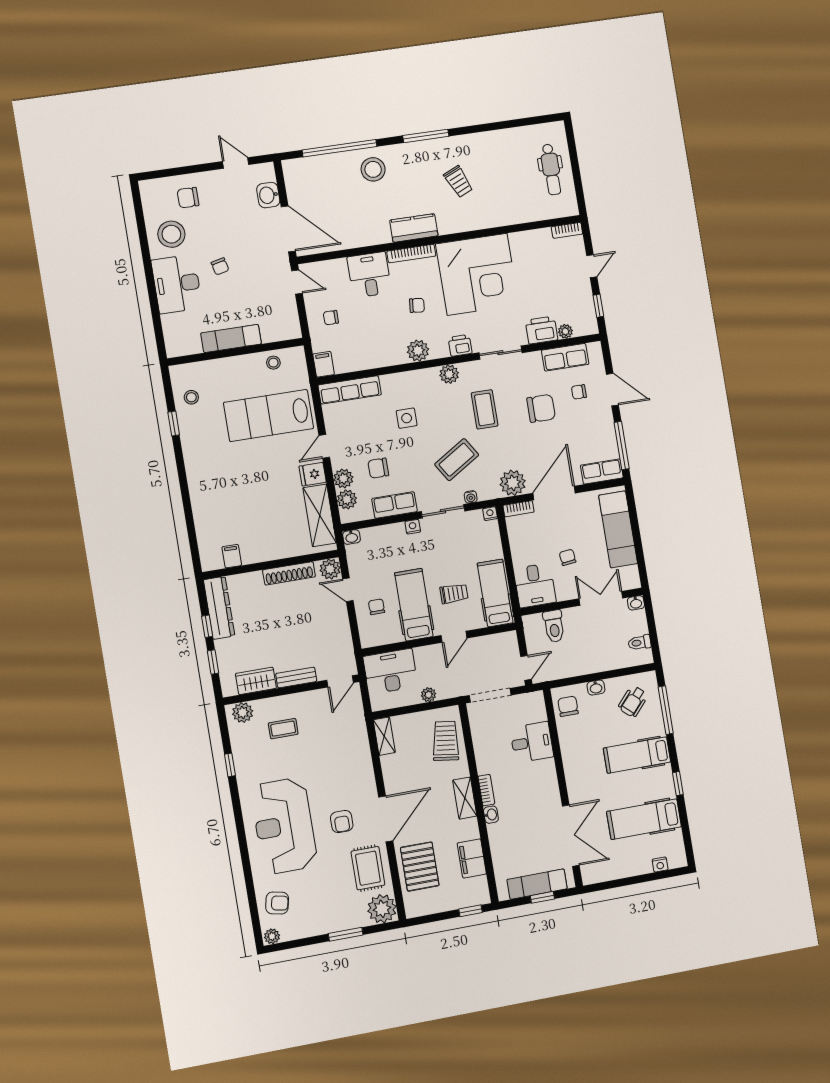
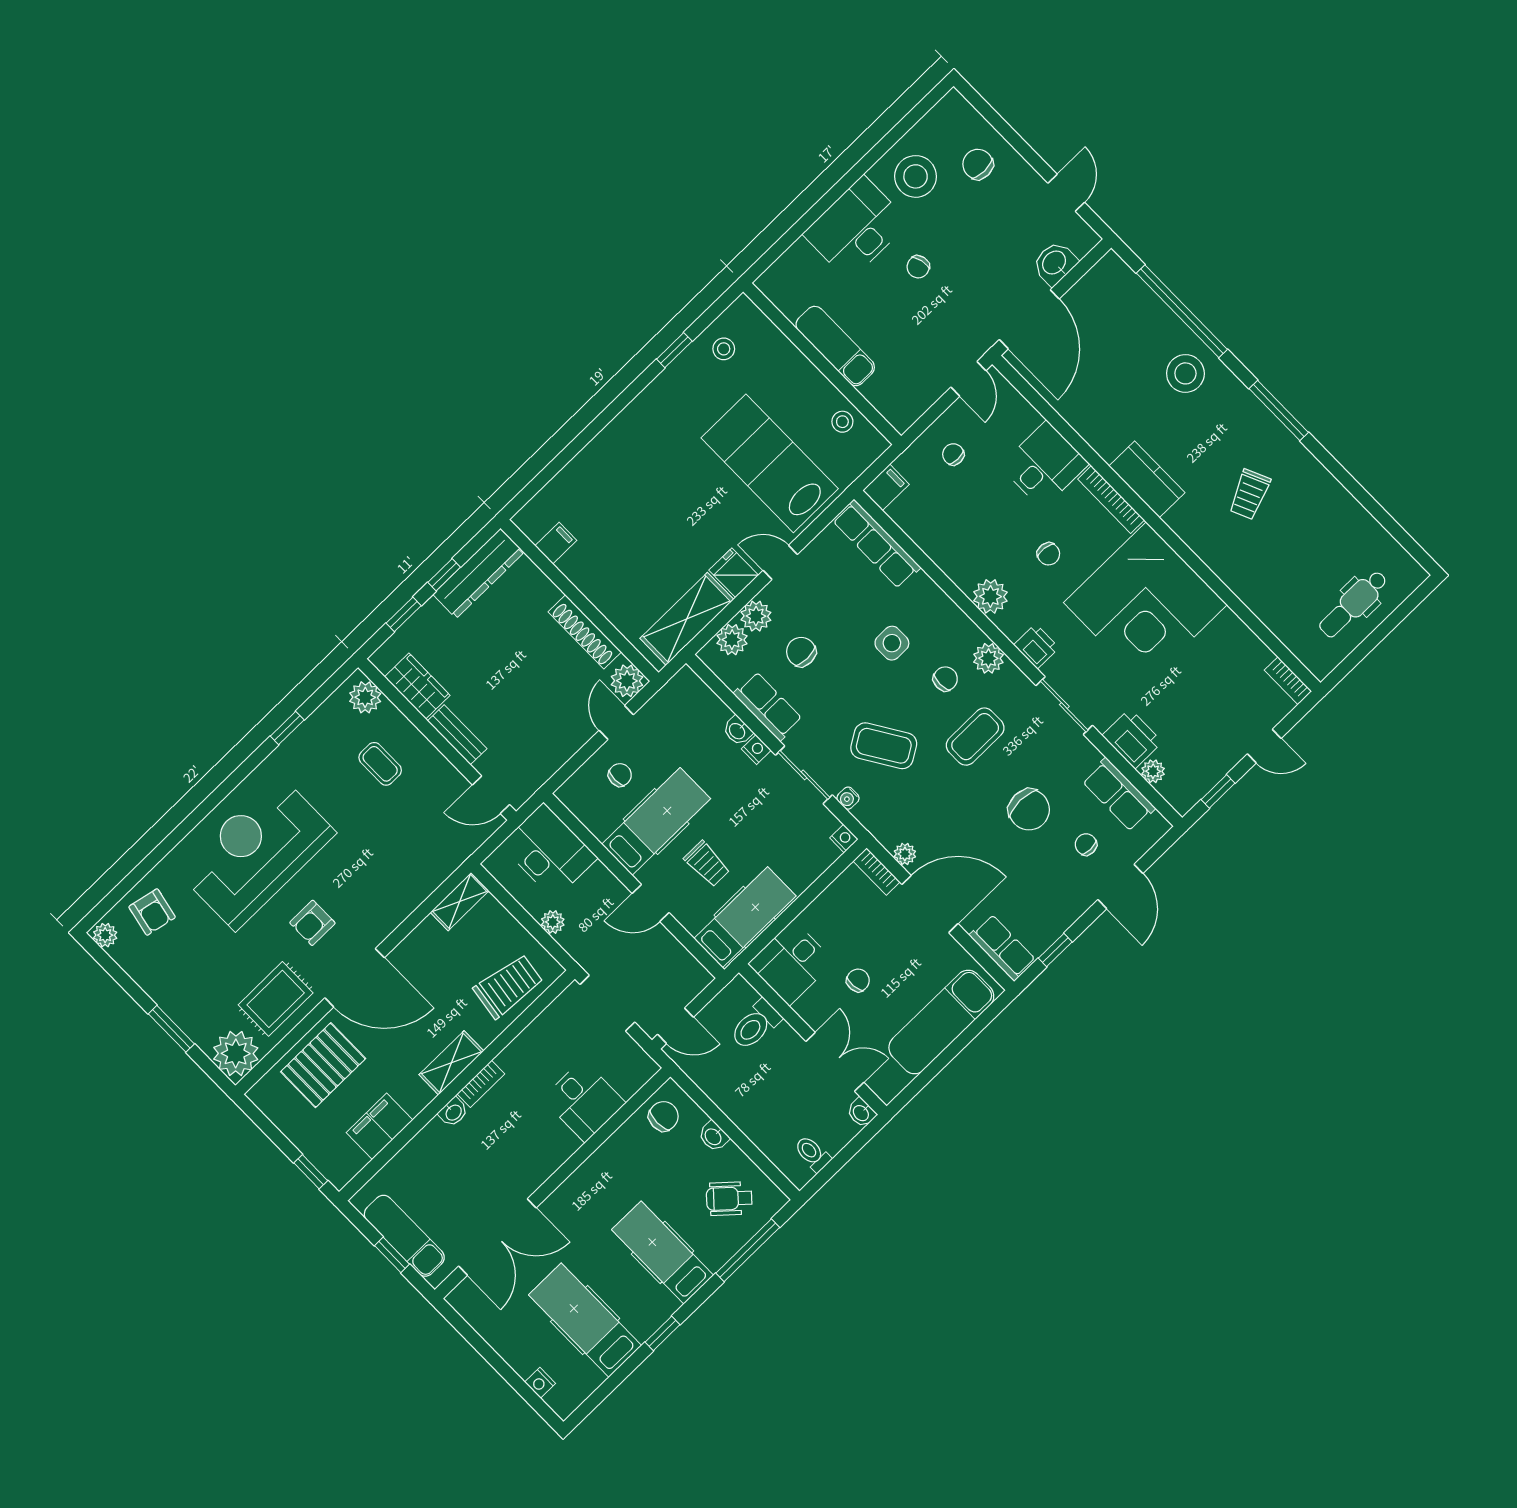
chair: (444, 404) -> (945, 679), added
window: (622, 446) -> (1055, 950), width x0.46
plant: (513, 483) -> (905, 854), width x0.53, depth x0.53
washbasin: (352, 537) -> (737, 731), moved

